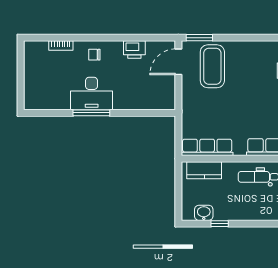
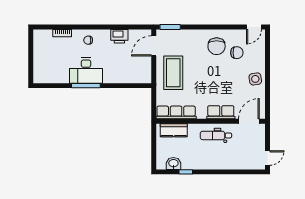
chair: (259, 62) -> (217, 46), added
coffee table: (212, 66) -> (173, 73), moved

